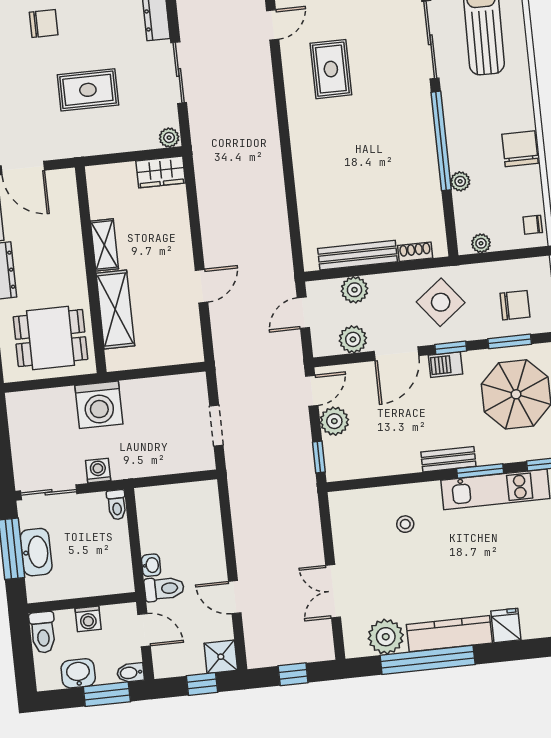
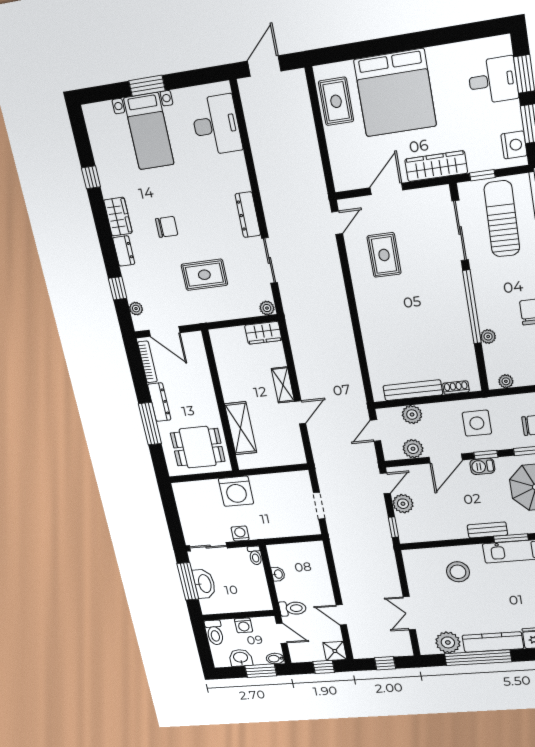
shelving: (104, 245) -> (283, 385), moved
side table: (441, 302) -> (477, 423), turned 38
stool: (405, 524) -> (458, 572), width x1.89, depth x1.89
washbasin: (151, 565) -> (278, 574), moved

